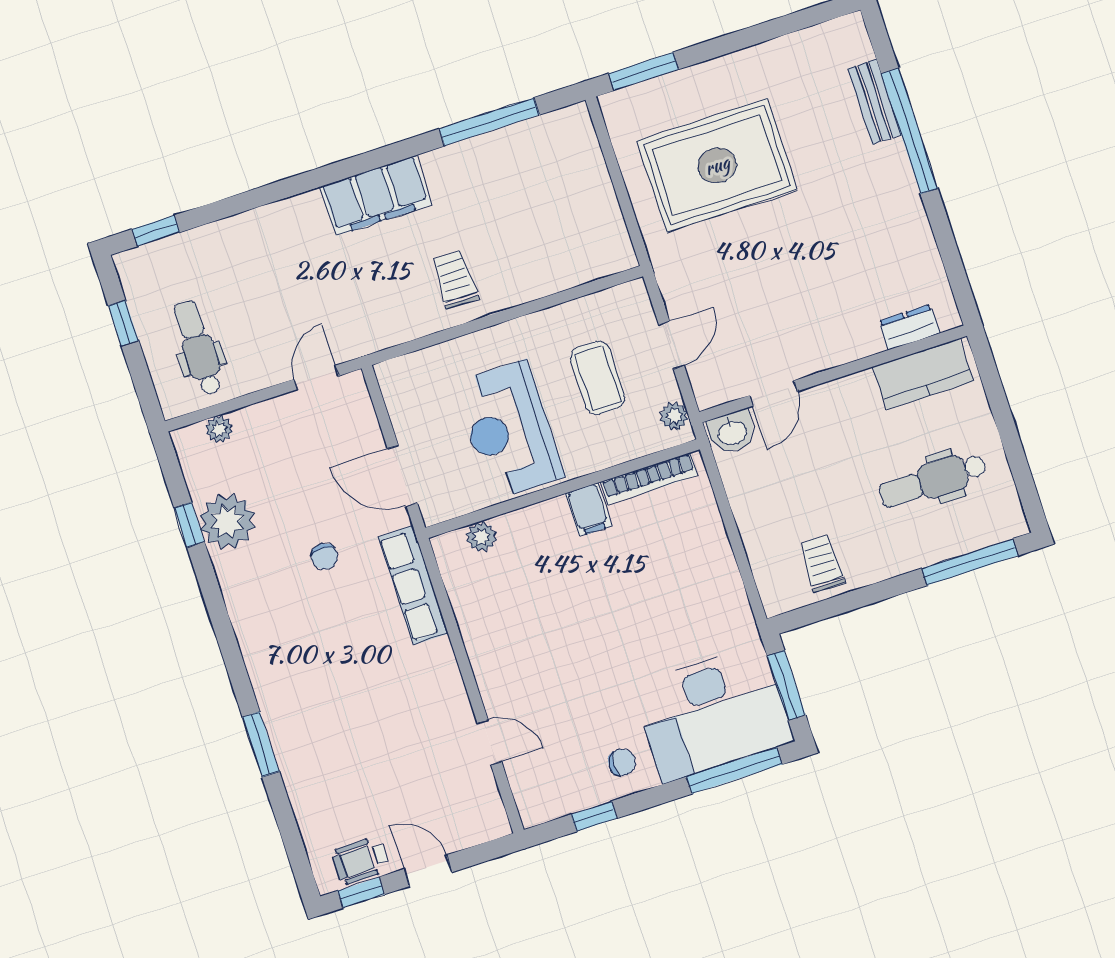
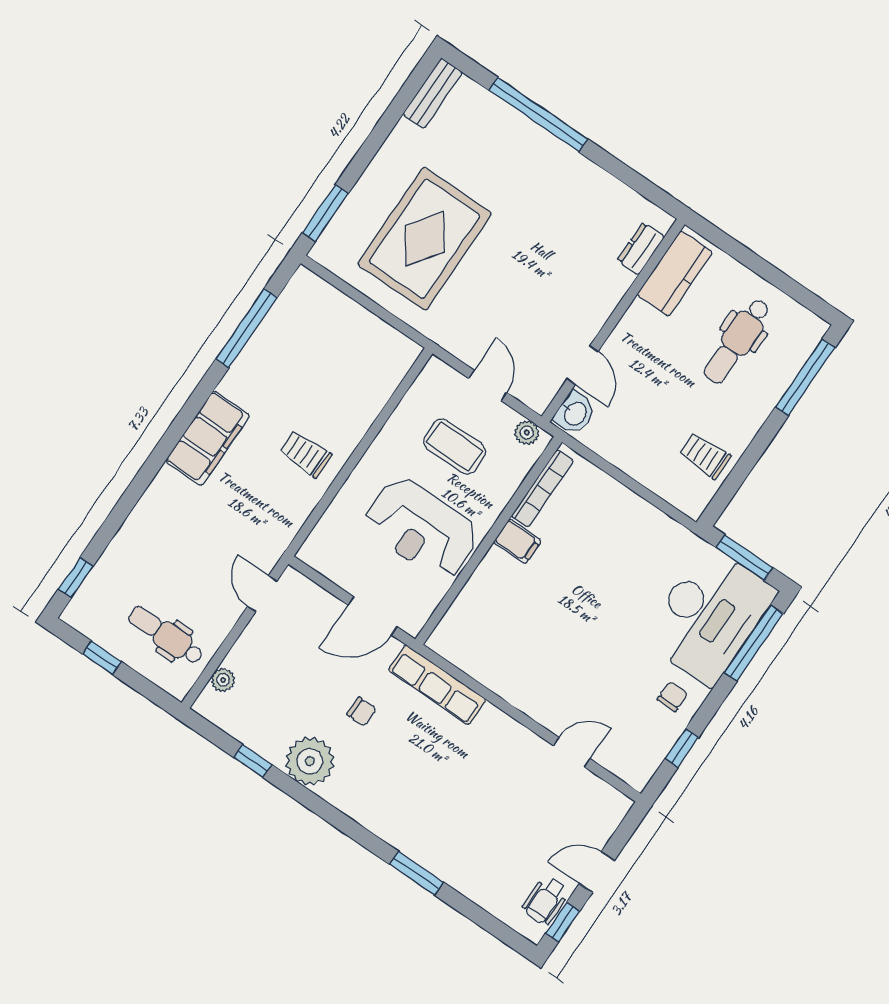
bench: (875, 102) -> (433, 93), moved, turned 90
plant: (227, 521) -> (310, 761), moved
plant: (481, 537) -> (458, 616), removed

